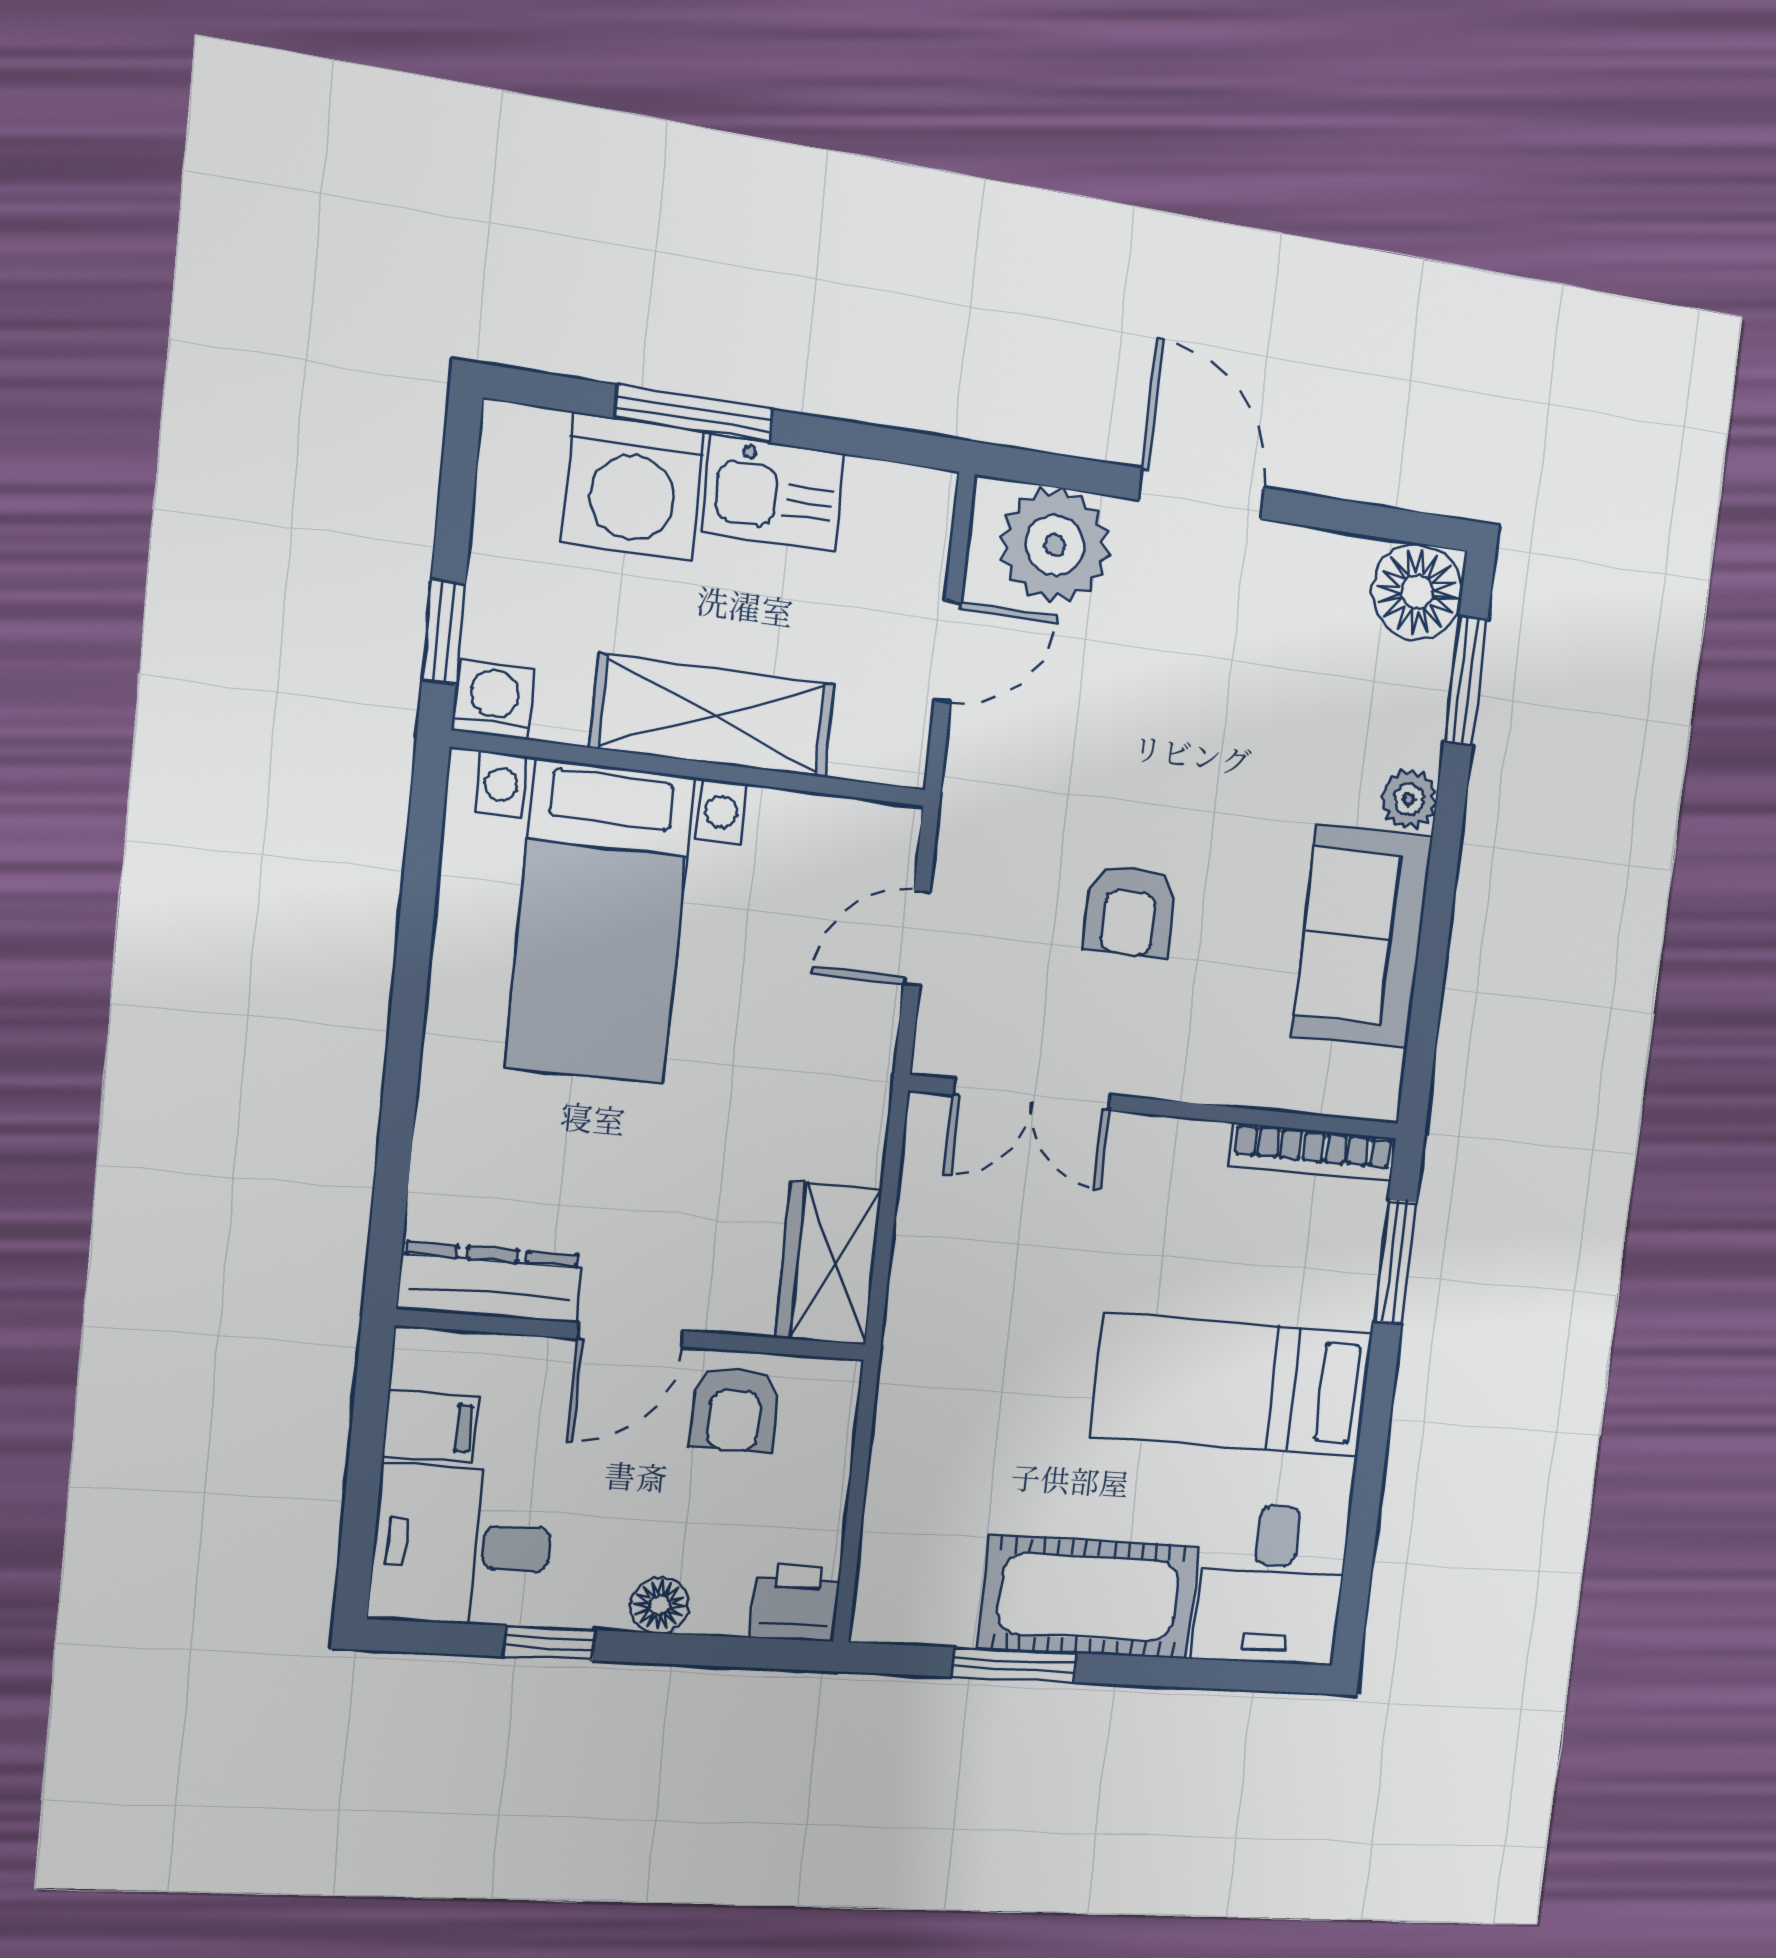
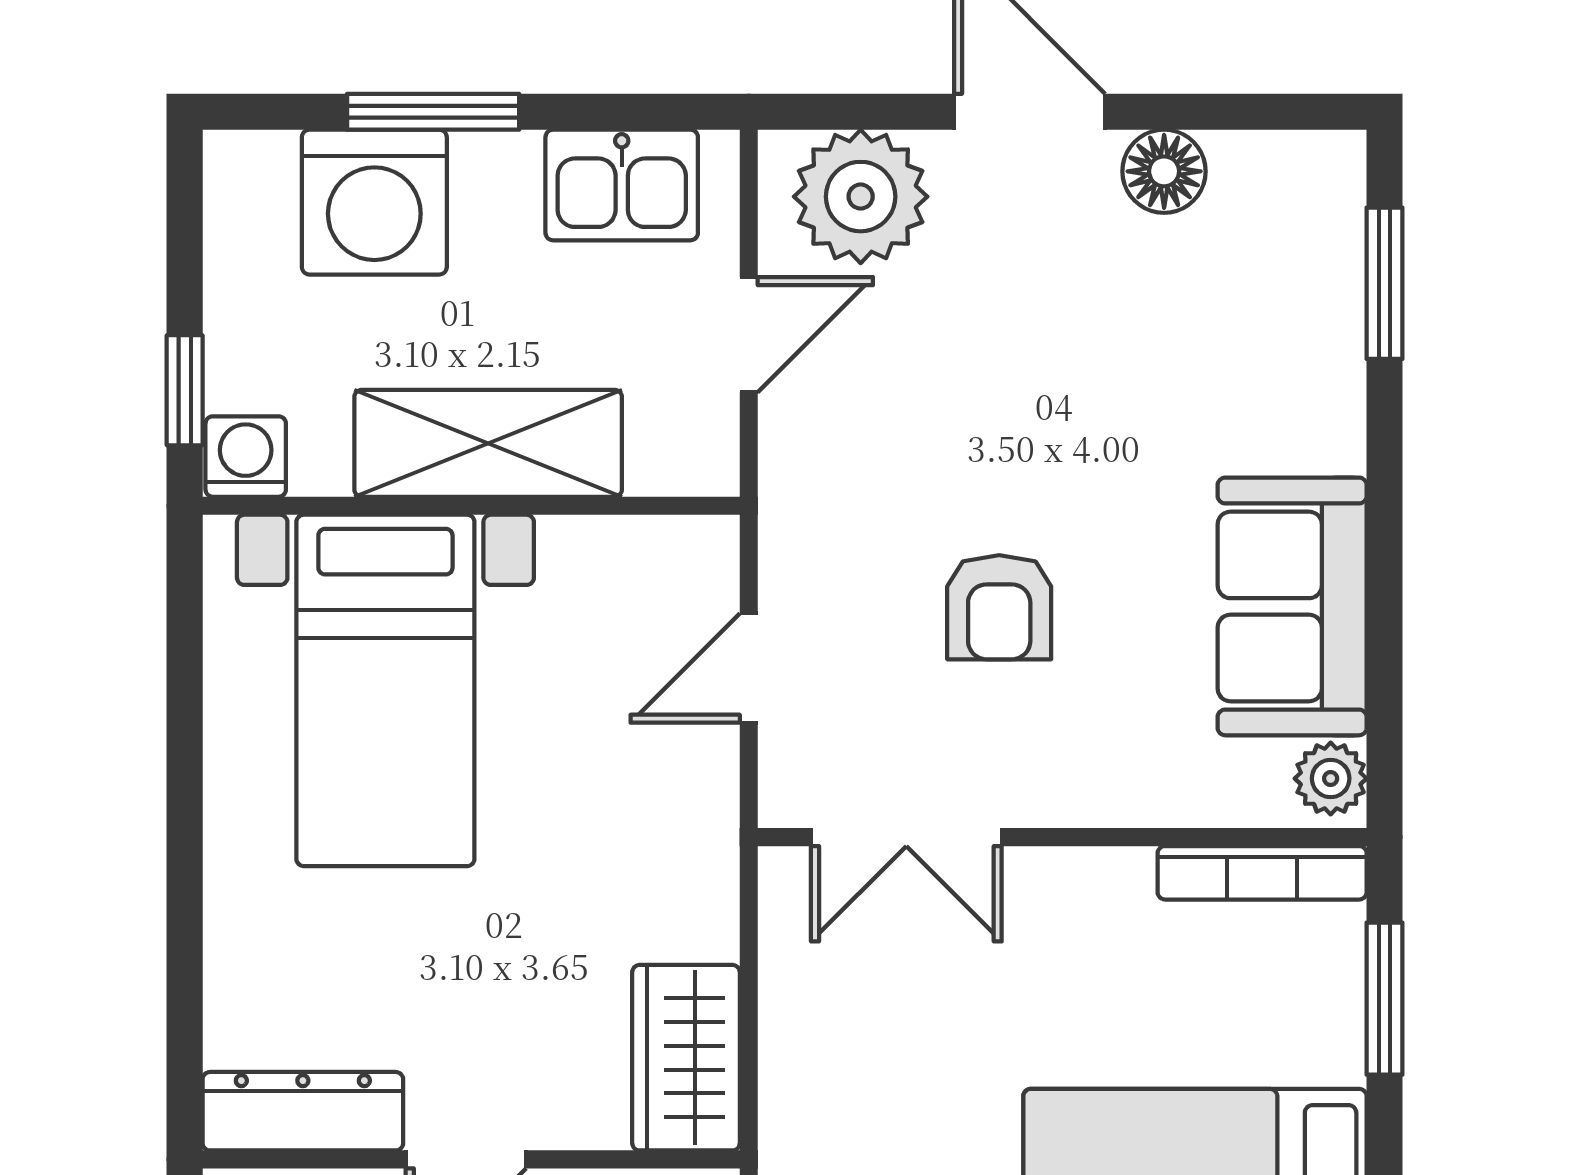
kitchen sink: (773, 492) -> (622, 185), moved
floor lamp: (1417, 592) -> (1164, 171), moved, width x0.73, depth x0.73
plant: (1409, 799) -> (1331, 778), moved

